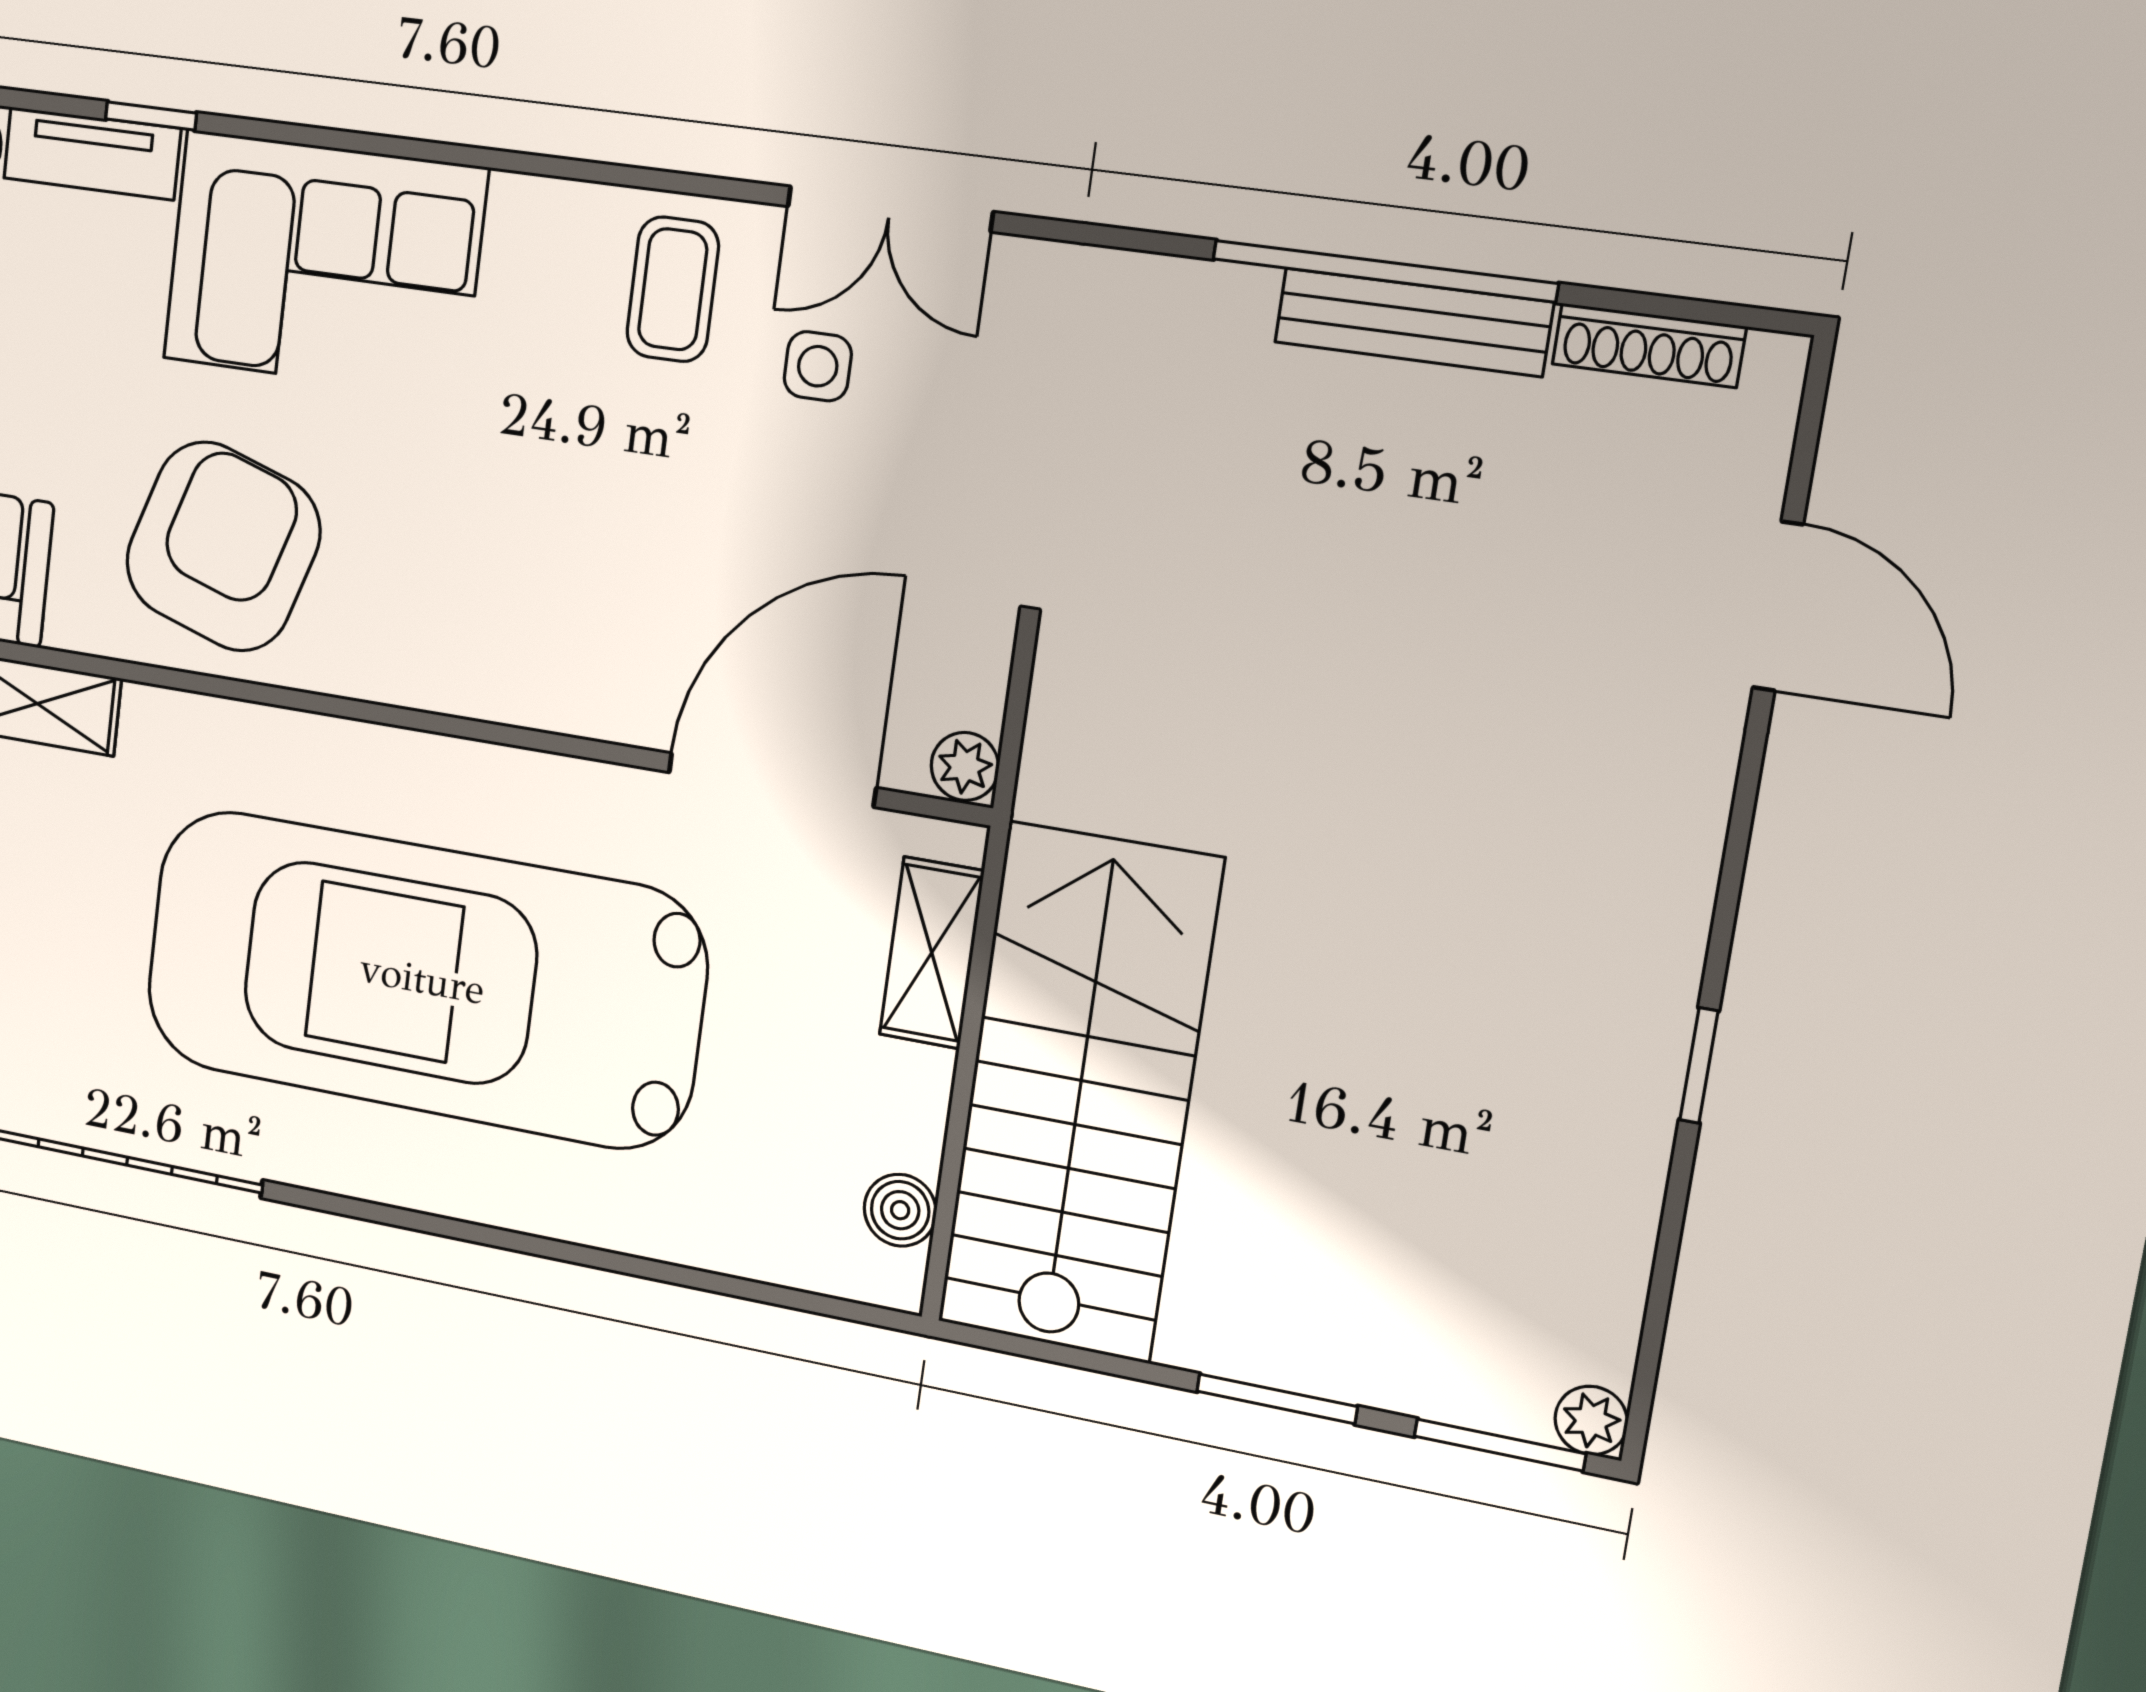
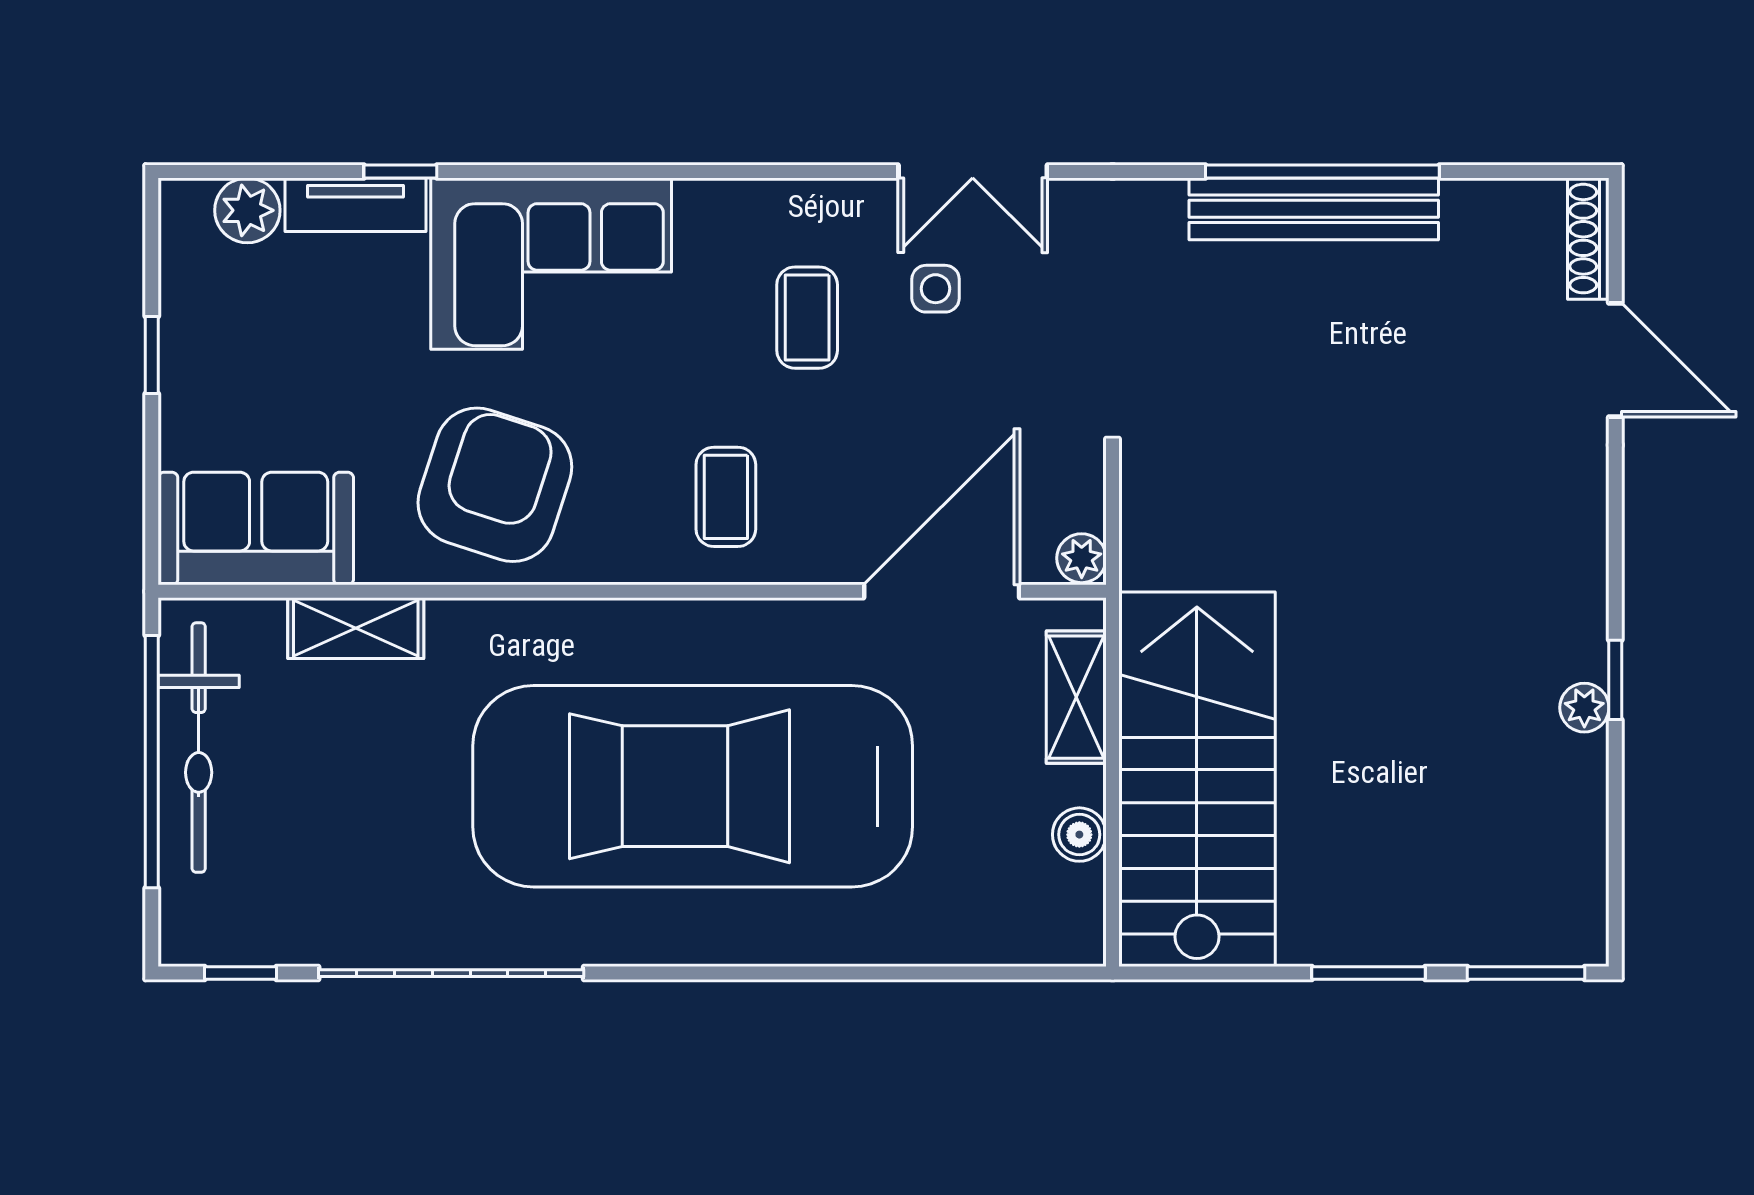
coffee table: (673, 289) -> (807, 318), moved
bench: (1413, 322) -> (1314, 209), width x1.37, depth x1.21
shoe rack: (1649, 345) -> (1588, 239), moved, turned 90
coffee table: (508, 608) -> (726, 497), added
boiler: (900, 1210) -> (1079, 835), moved
plant: (1591, 1420) -> (1584, 708), moved

